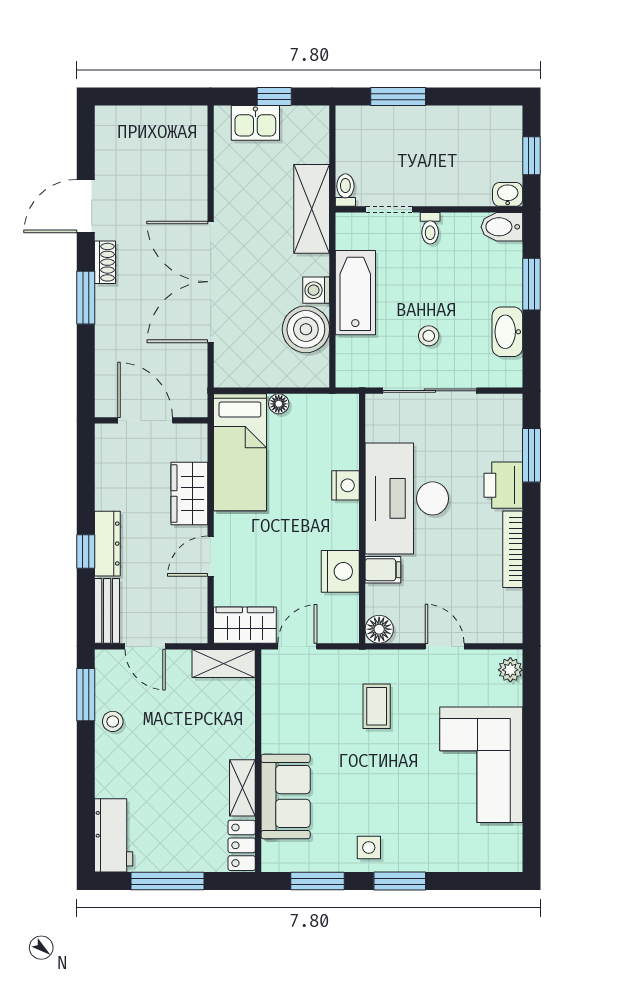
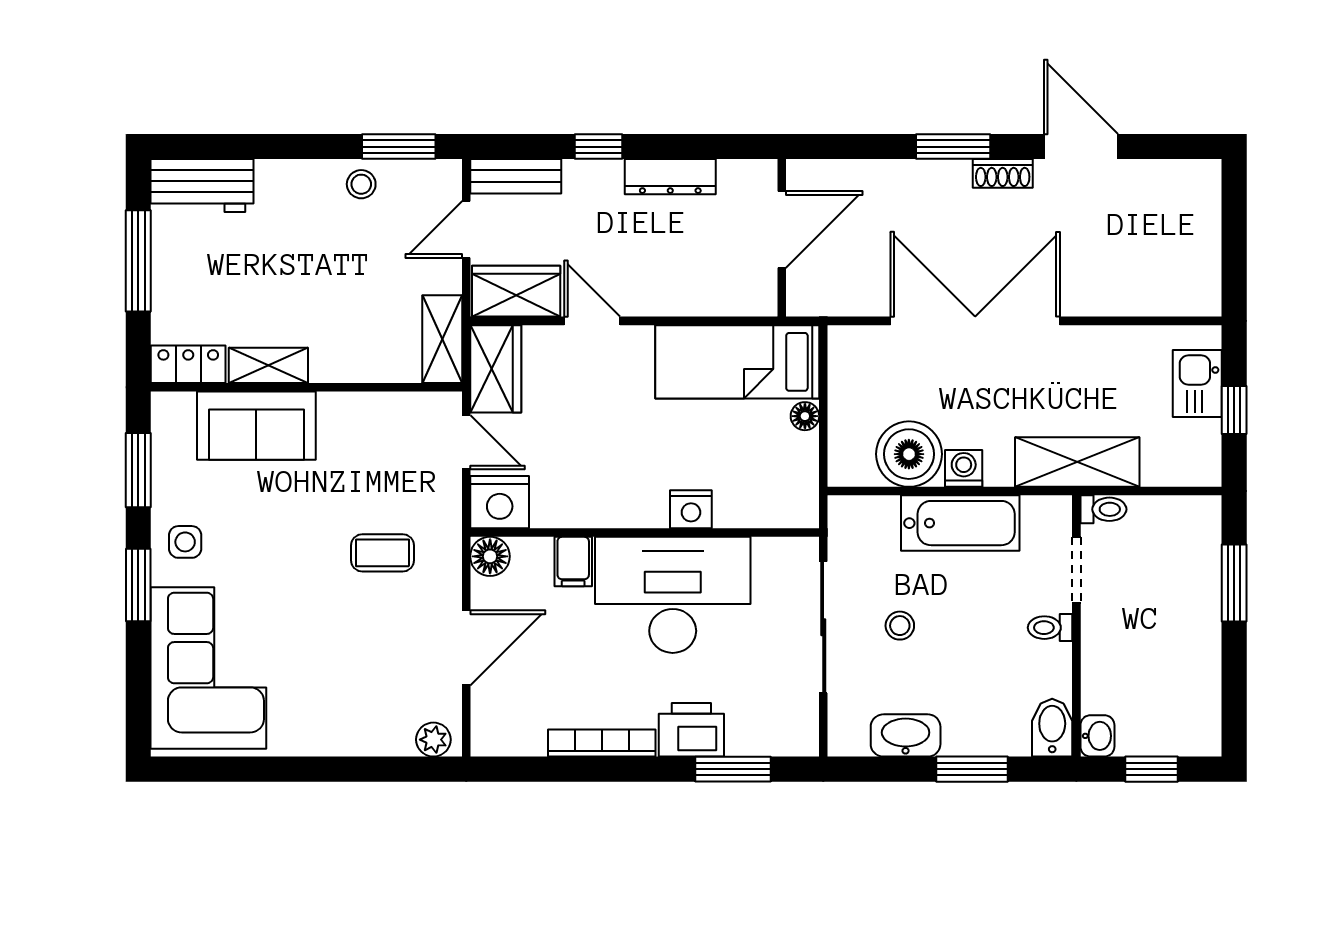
wardrobe: (189, 493) -> (516, 291), moved
dresser: (107, 544) -> (670, 177), moved
nightstand: (340, 571) -> (500, 502), moved
door: (445, 646) -> (466, 648), width x1.37
corner sofa: (481, 765) -> (208, 668), moved, turned 90

